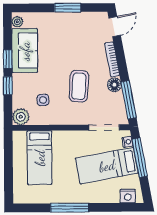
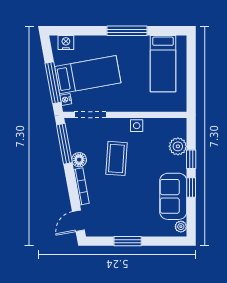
side table: (43, 100) -> (137, 126), moved
plant: (21, 117) -> (178, 146), moved
bed: (40, 158) -> (163, 64), moved, turned 180

